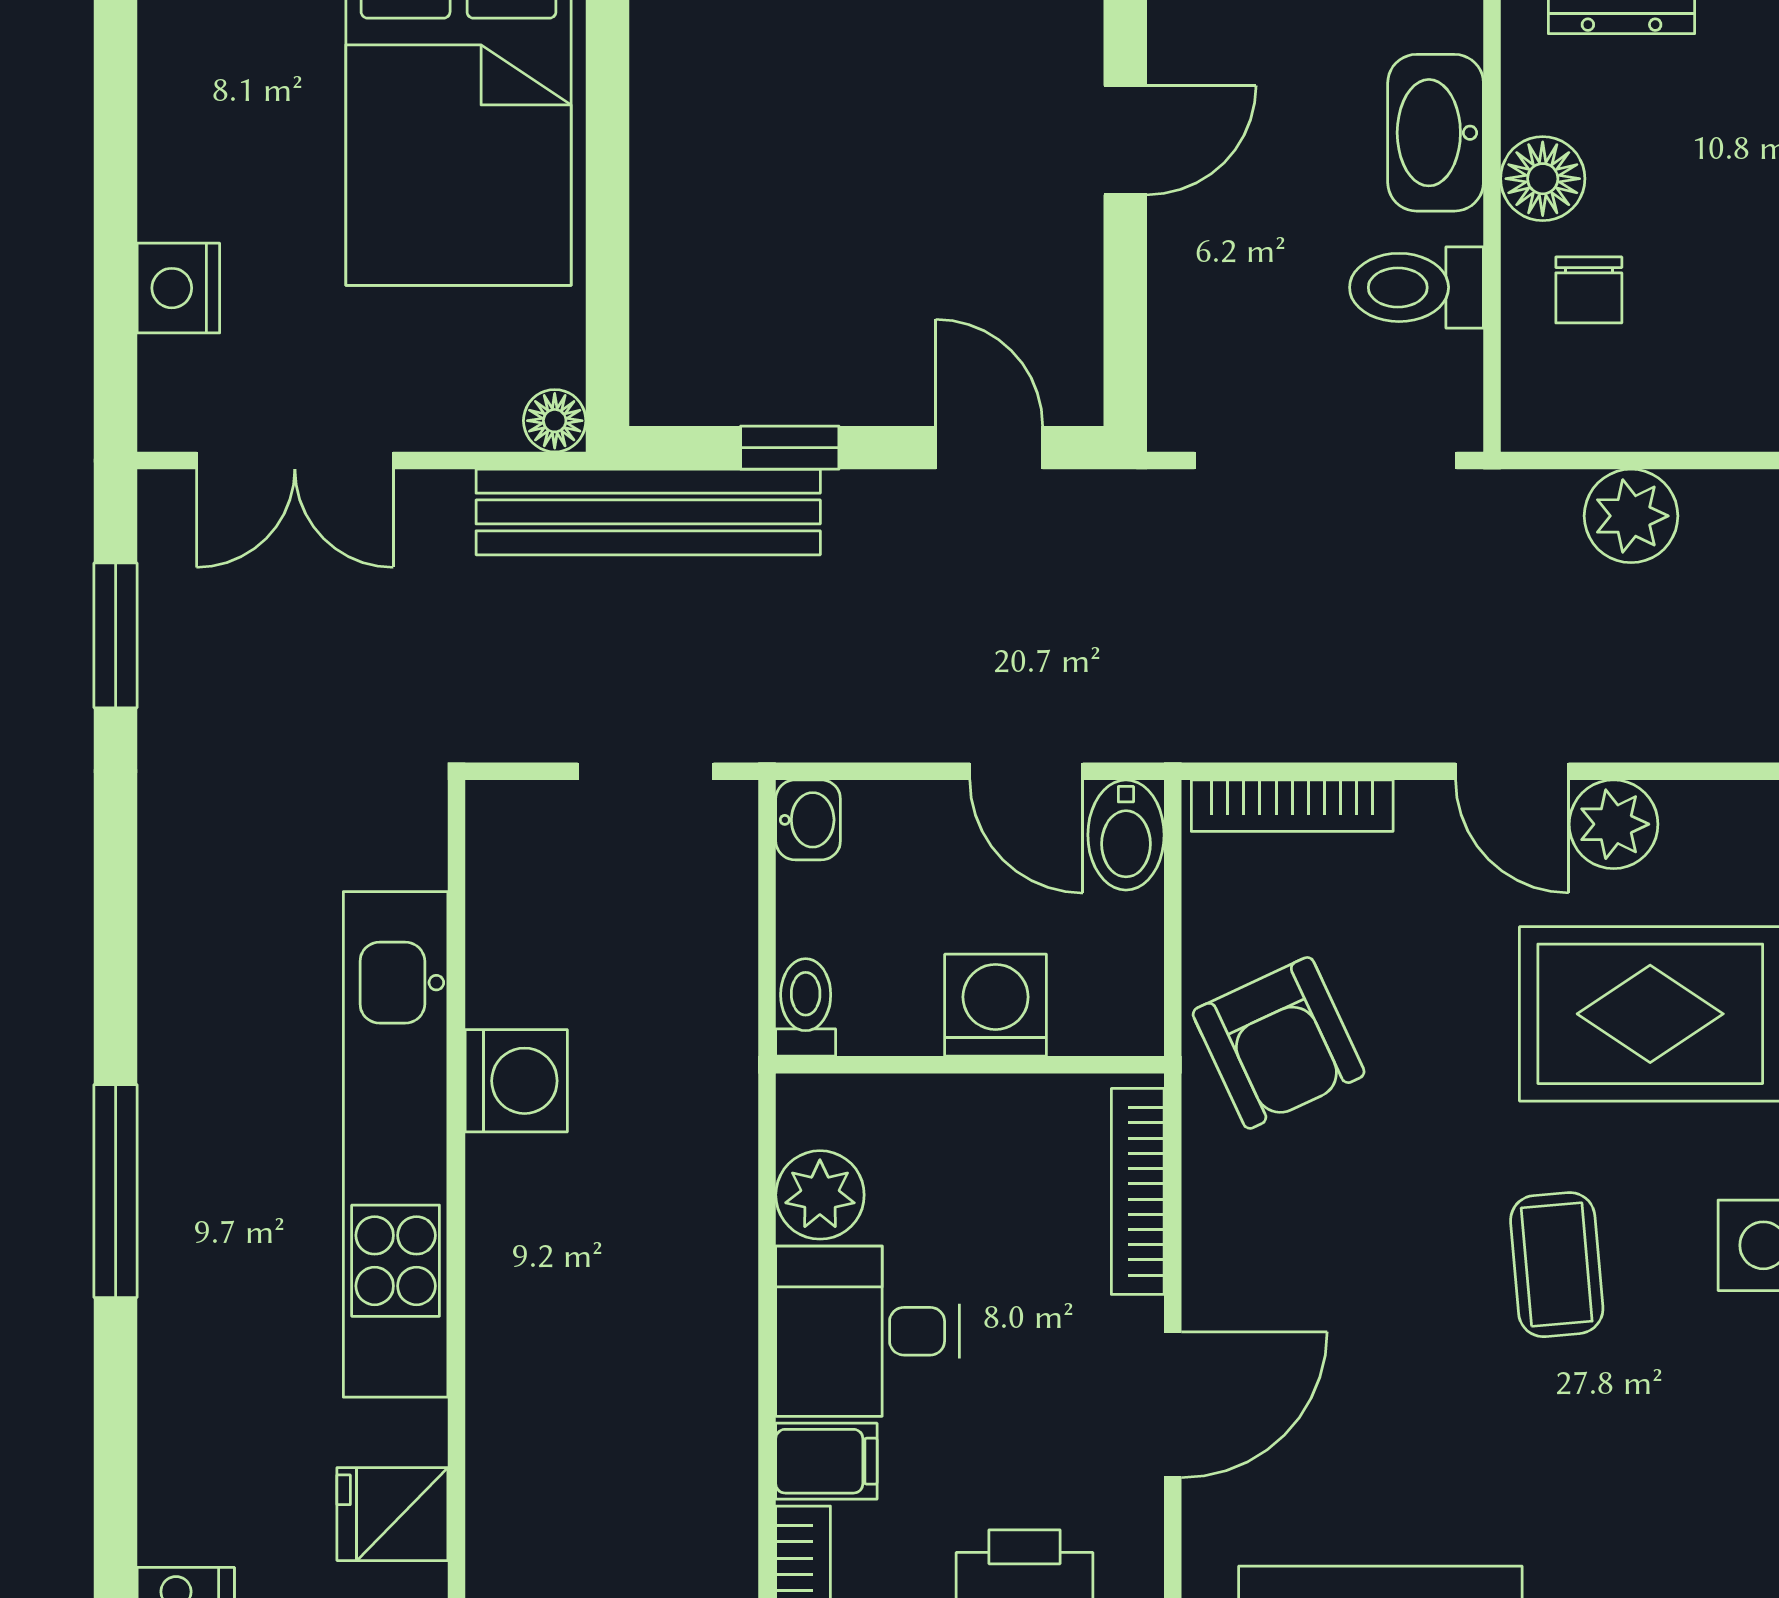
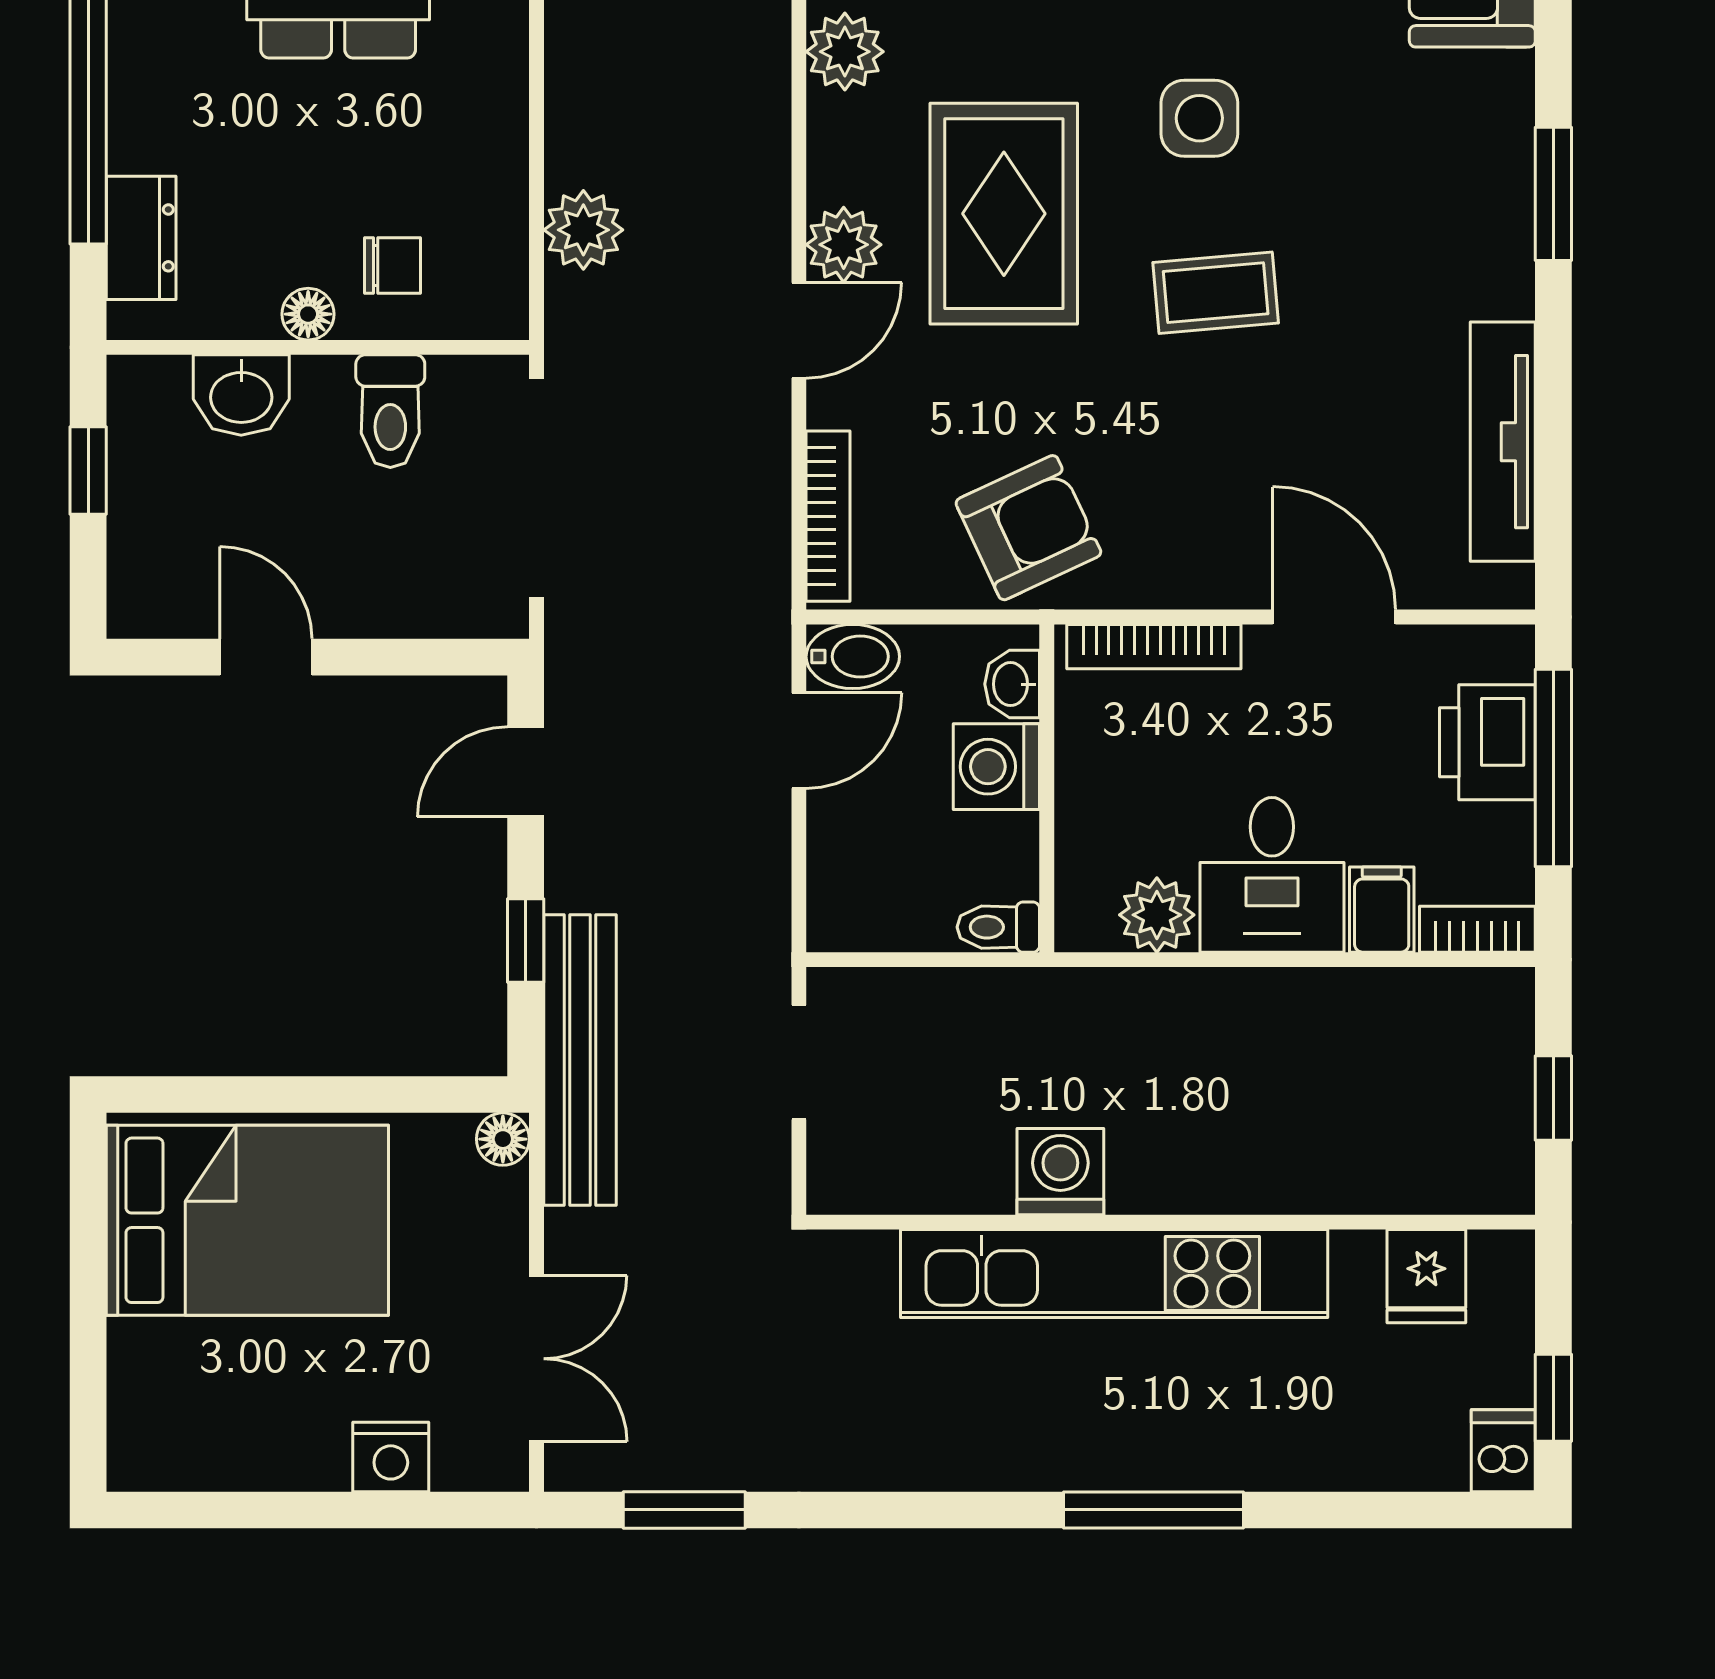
washbasin: (1436, 133) -> (241, 395), width x0.72
floor lamp: (1543, 179) -> (308, 314), width x0.73, depth x0.73
washbasin: (808, 820) -> (1012, 684), moved, turned -90

